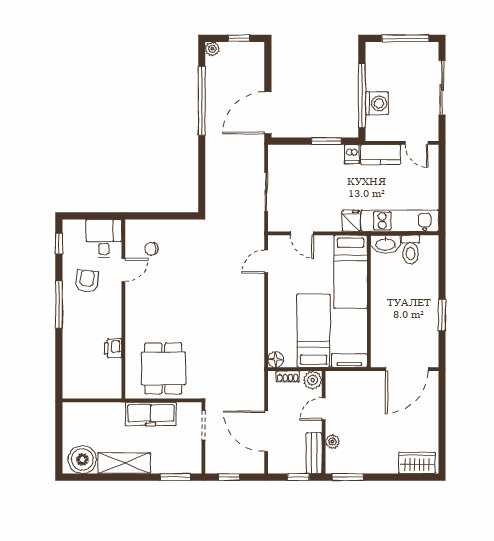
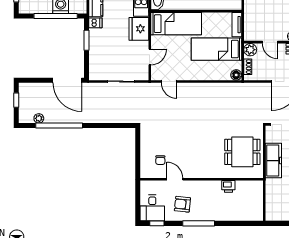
plant: (212, 49) -> (39, 118), moved
fridge: (351, 221) -> (139, 29), width x1.88, depth x1.34
desk: (104, 239) -> (152, 208), moved, turned -90

